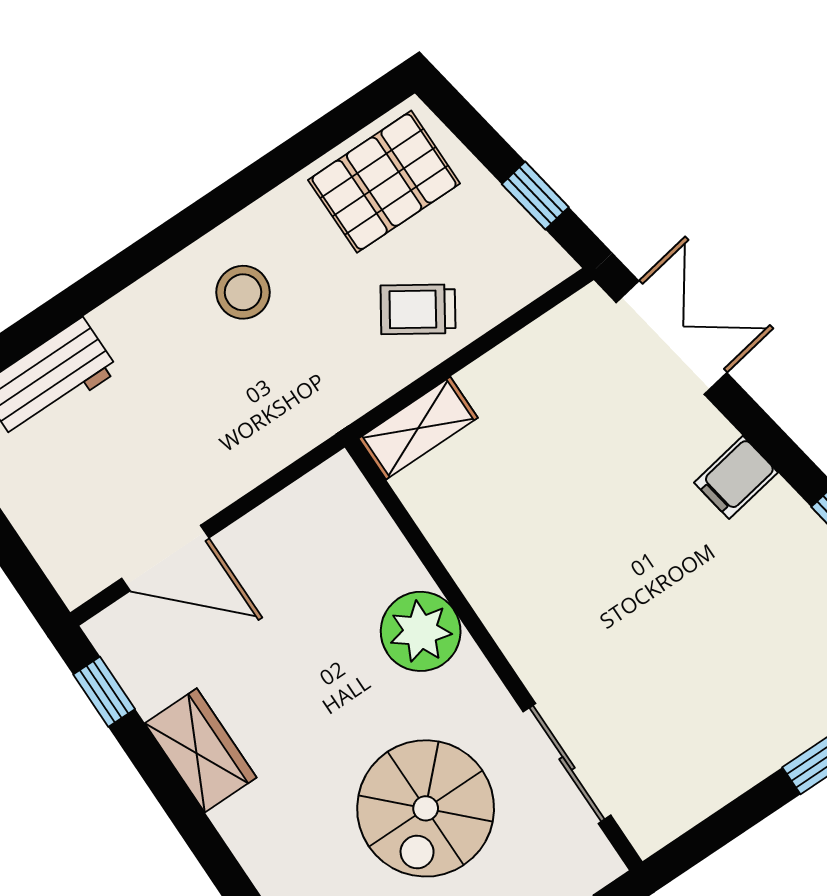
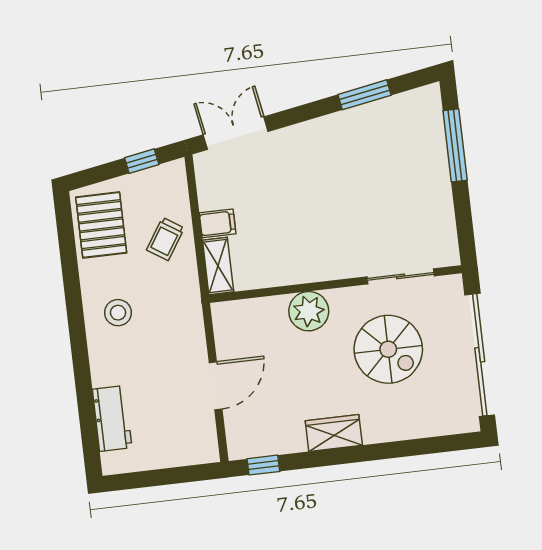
filing cabinet: (736, 477) -> (218, 223), moved, turned -80
door: (165, 558) -> (216, 386), moved
wardrobe: (201, 750) -> (334, 433), moved

